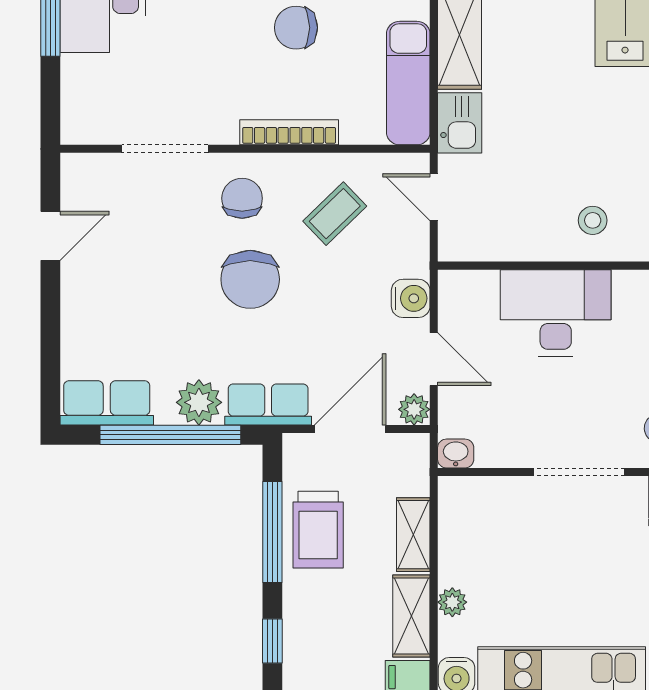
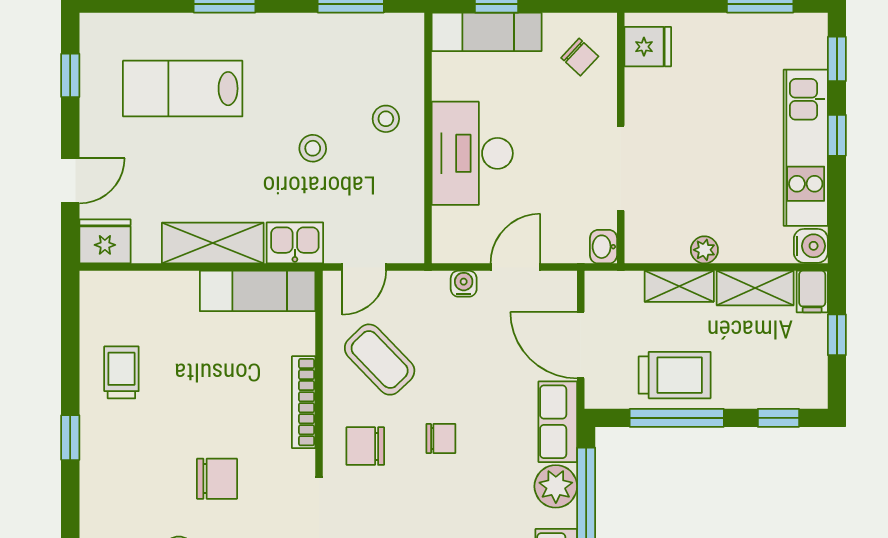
chair: (296, 28) -> (217, 479), moved, turned -90
stool: (561, 142) -> (313, 148), added
coffee table: (335, 214) -> (380, 360), width x1.36, depth x1.30
chair: (250, 279) -> (441, 438), width x0.54, depth x0.54
water cooler: (411, 298) -> (464, 284), width x0.72, depth x0.72
plant: (414, 409) -> (562, 285), removed
doorway: (579, 472) -> (621, 168), moved
plant: (452, 602) -> (704, 250), moved

